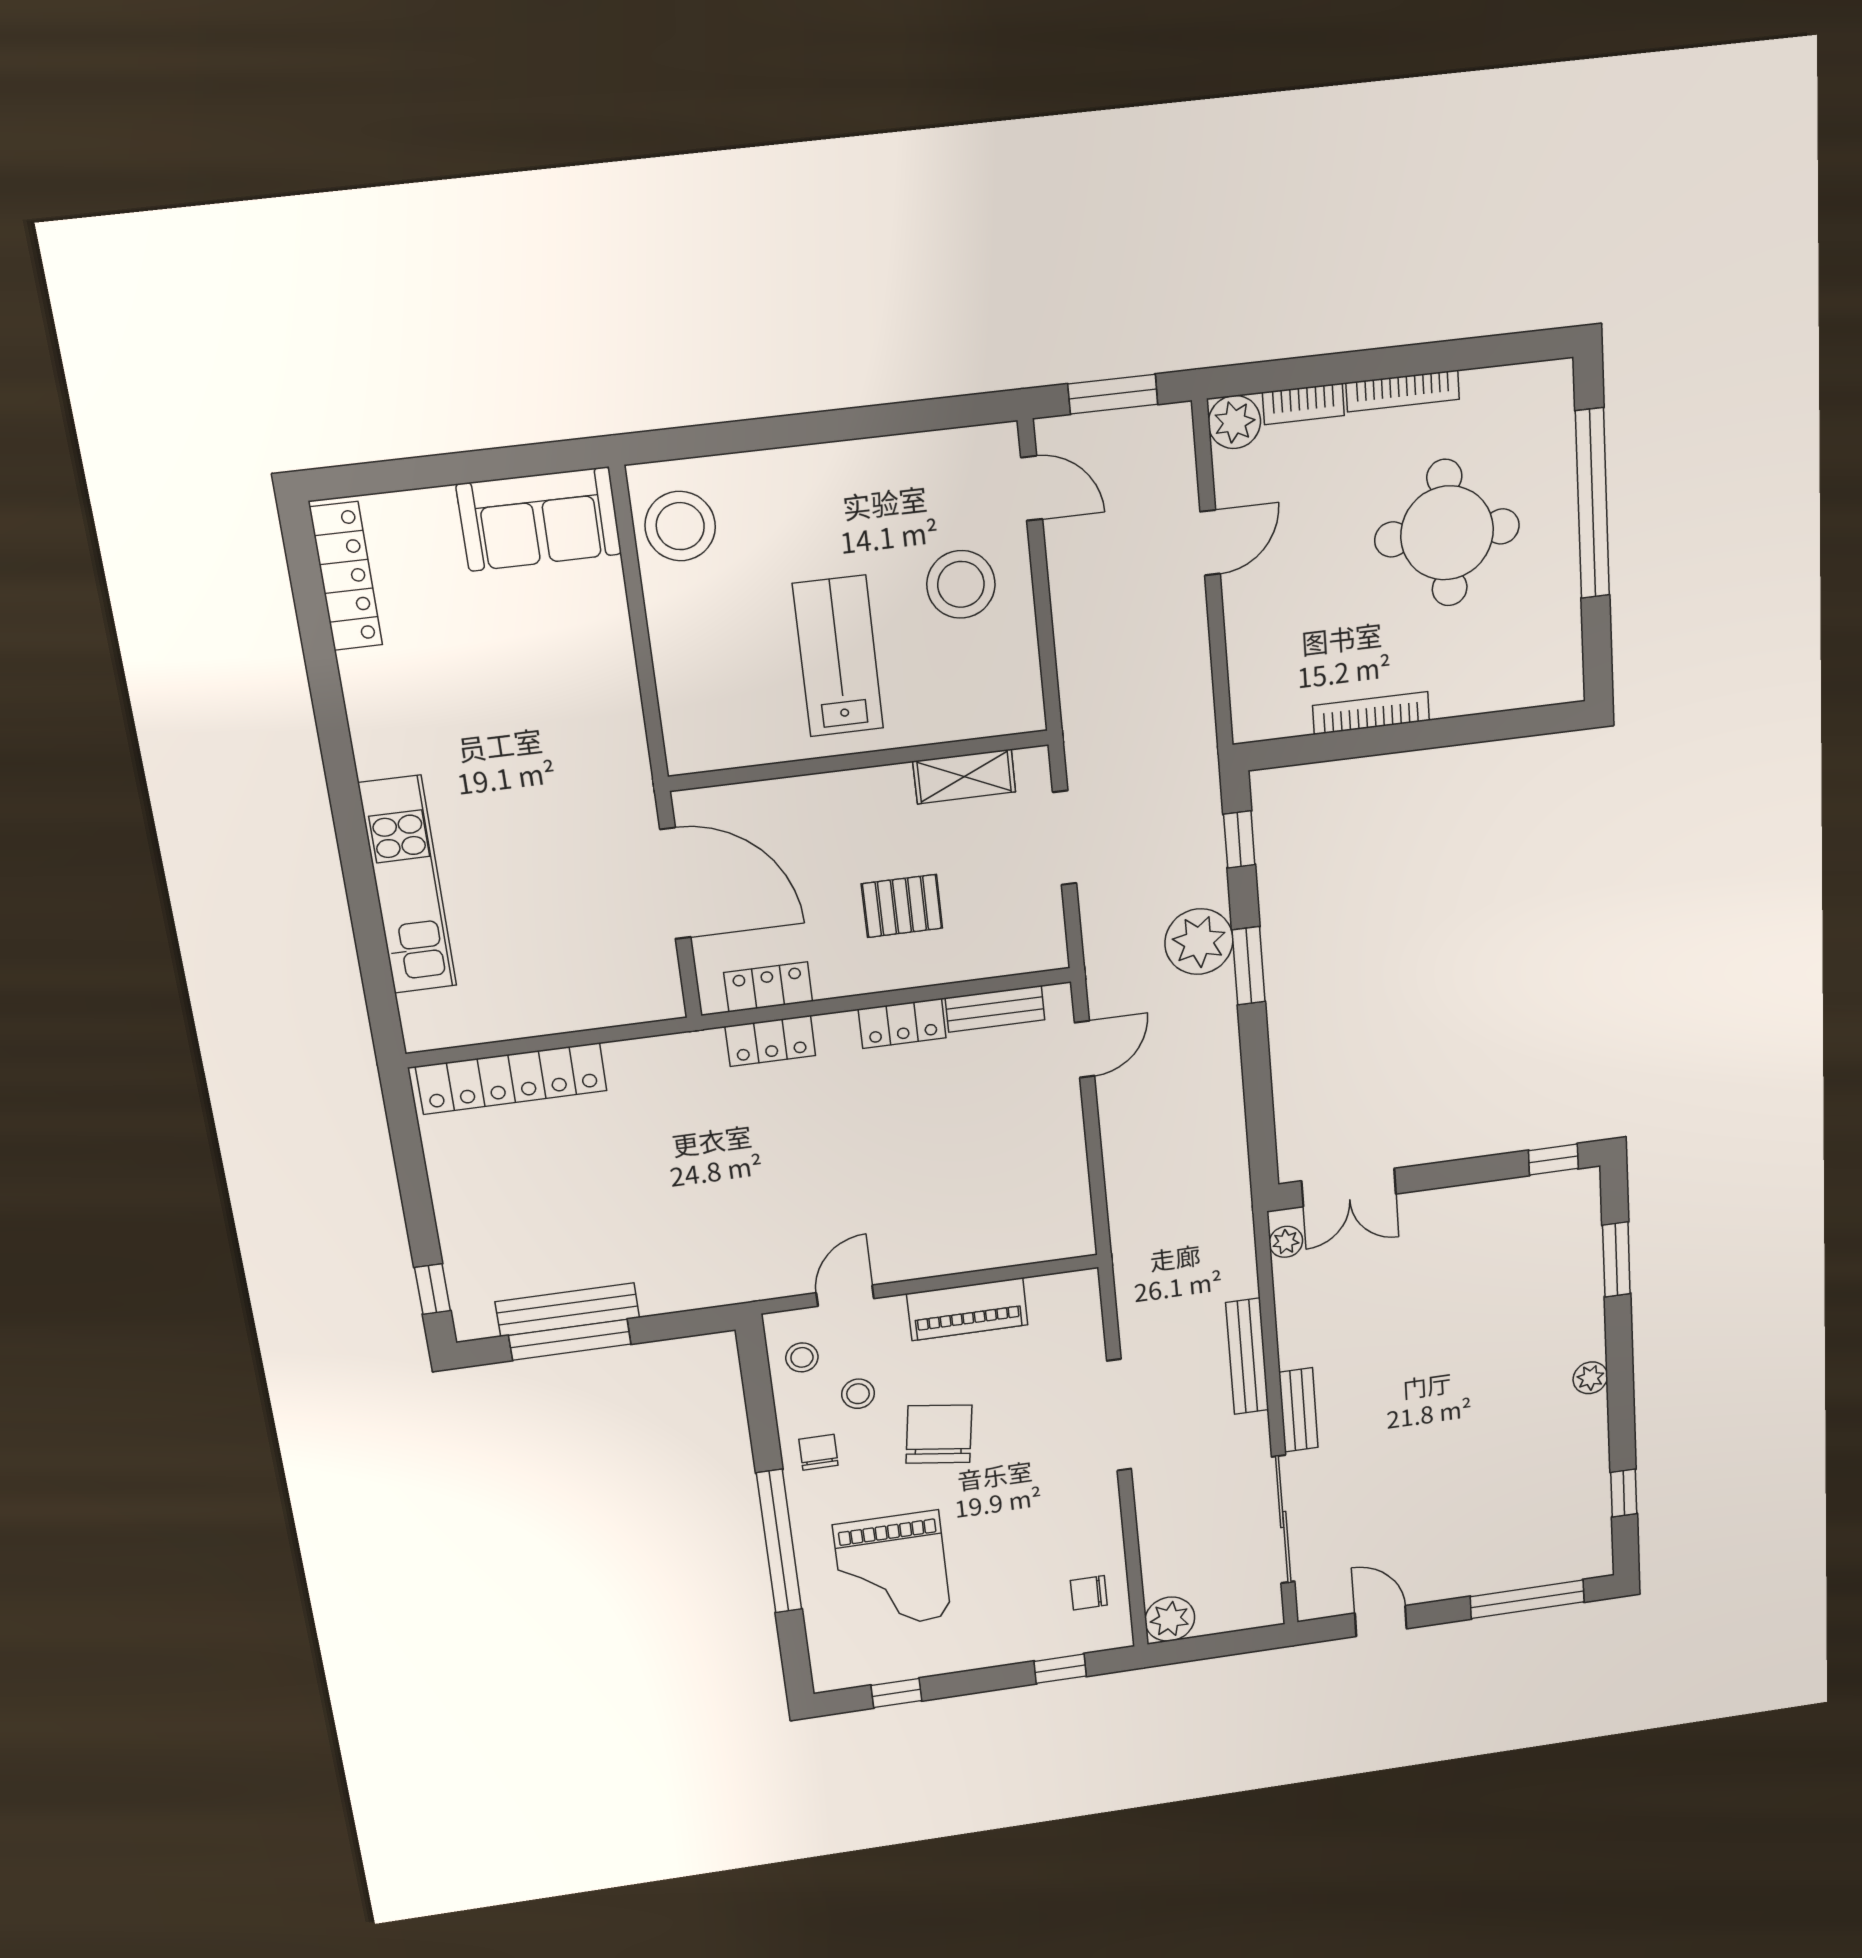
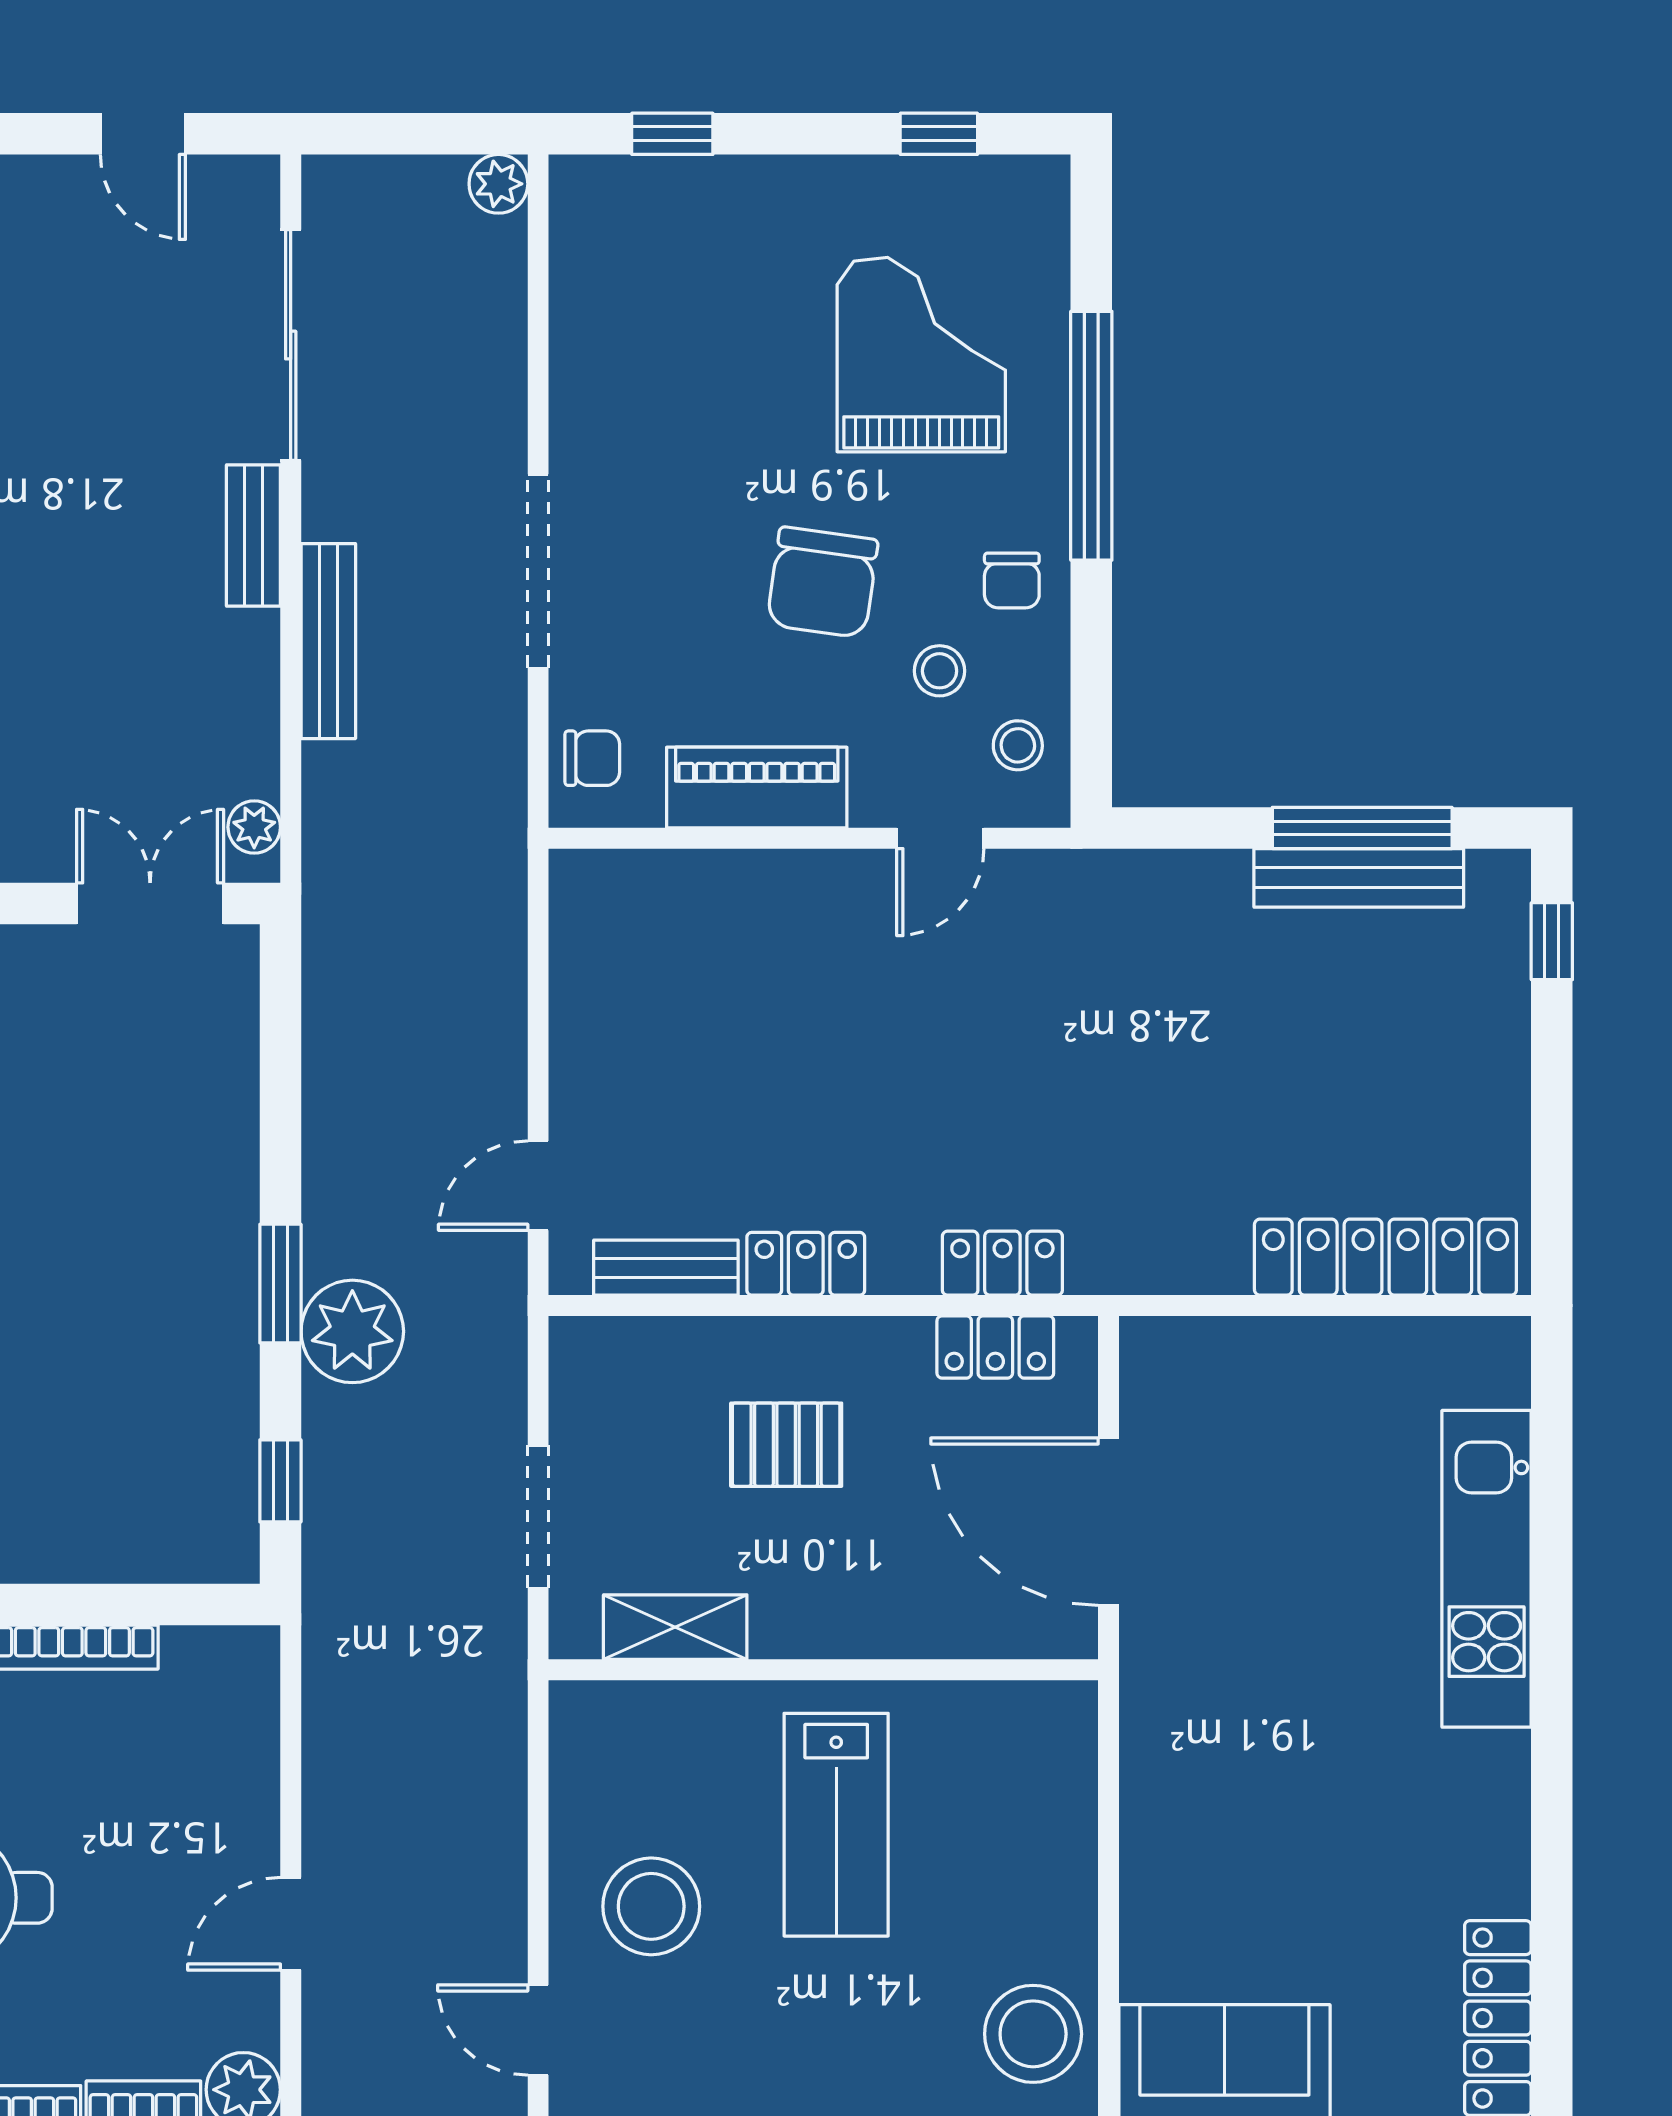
chair: (1089, 1593) -> (592, 758), moved
plant: (1170, 1619) -> (498, 184), width x0.73, depth x0.73

